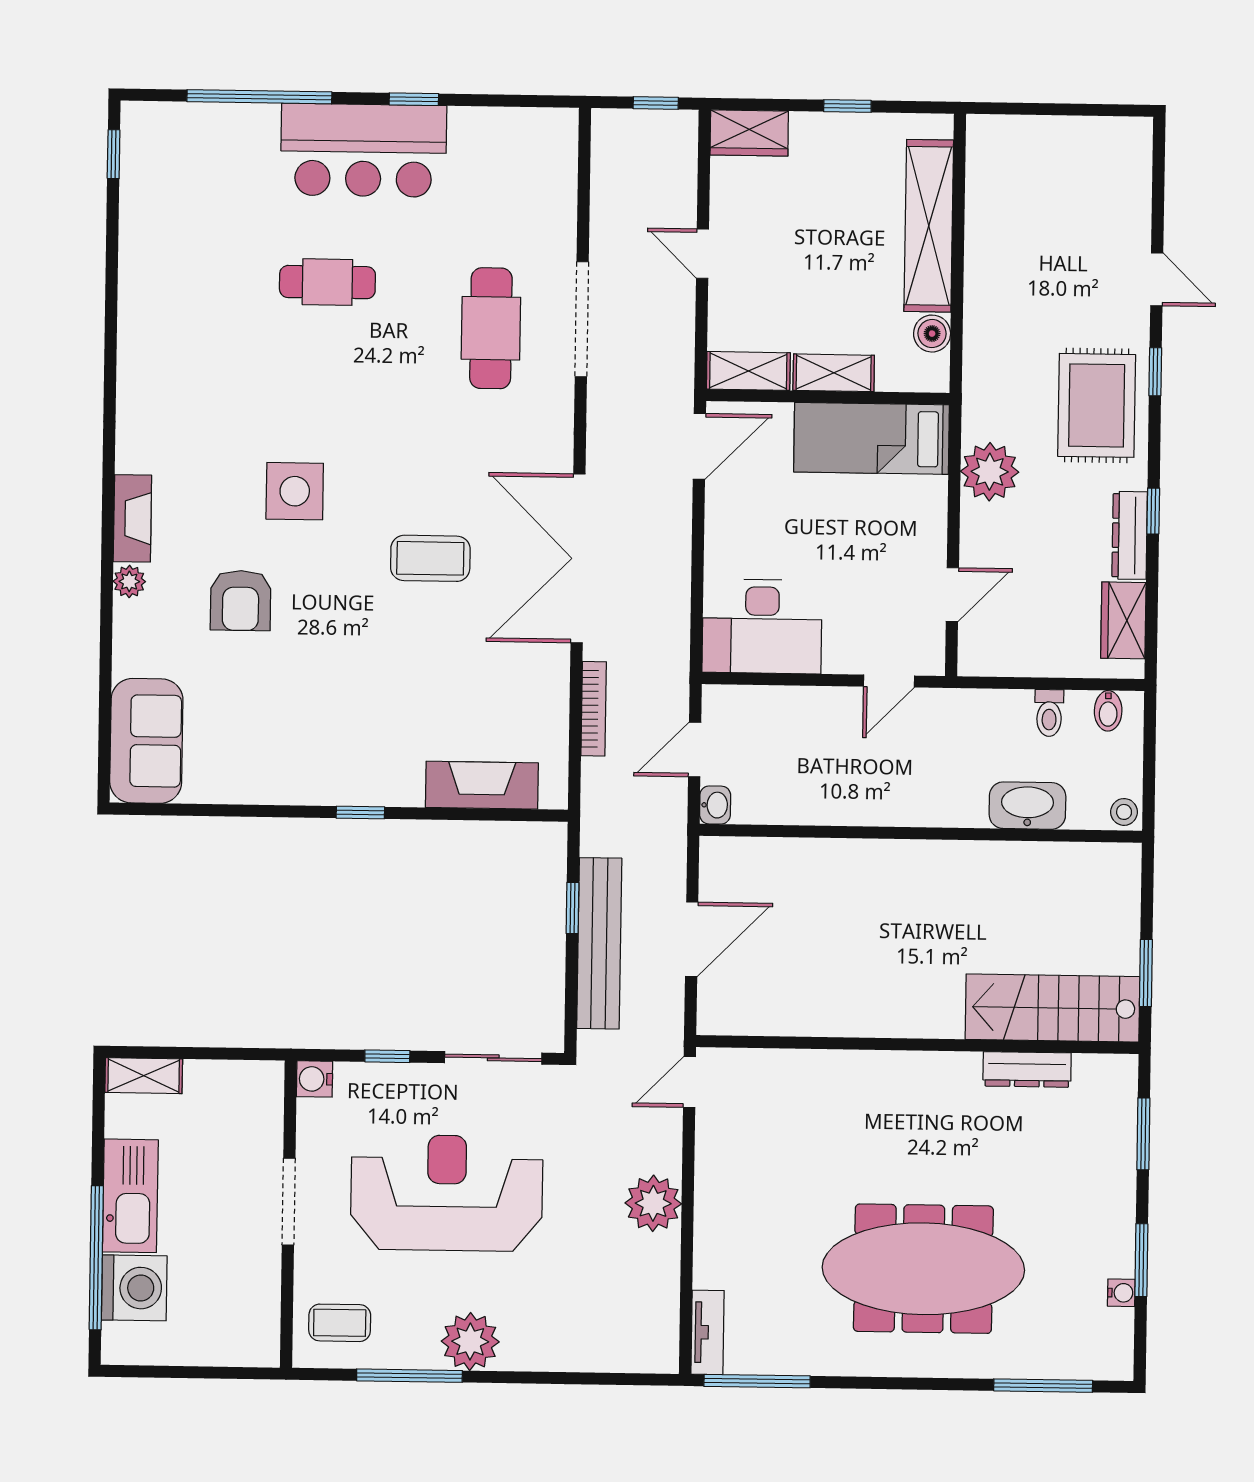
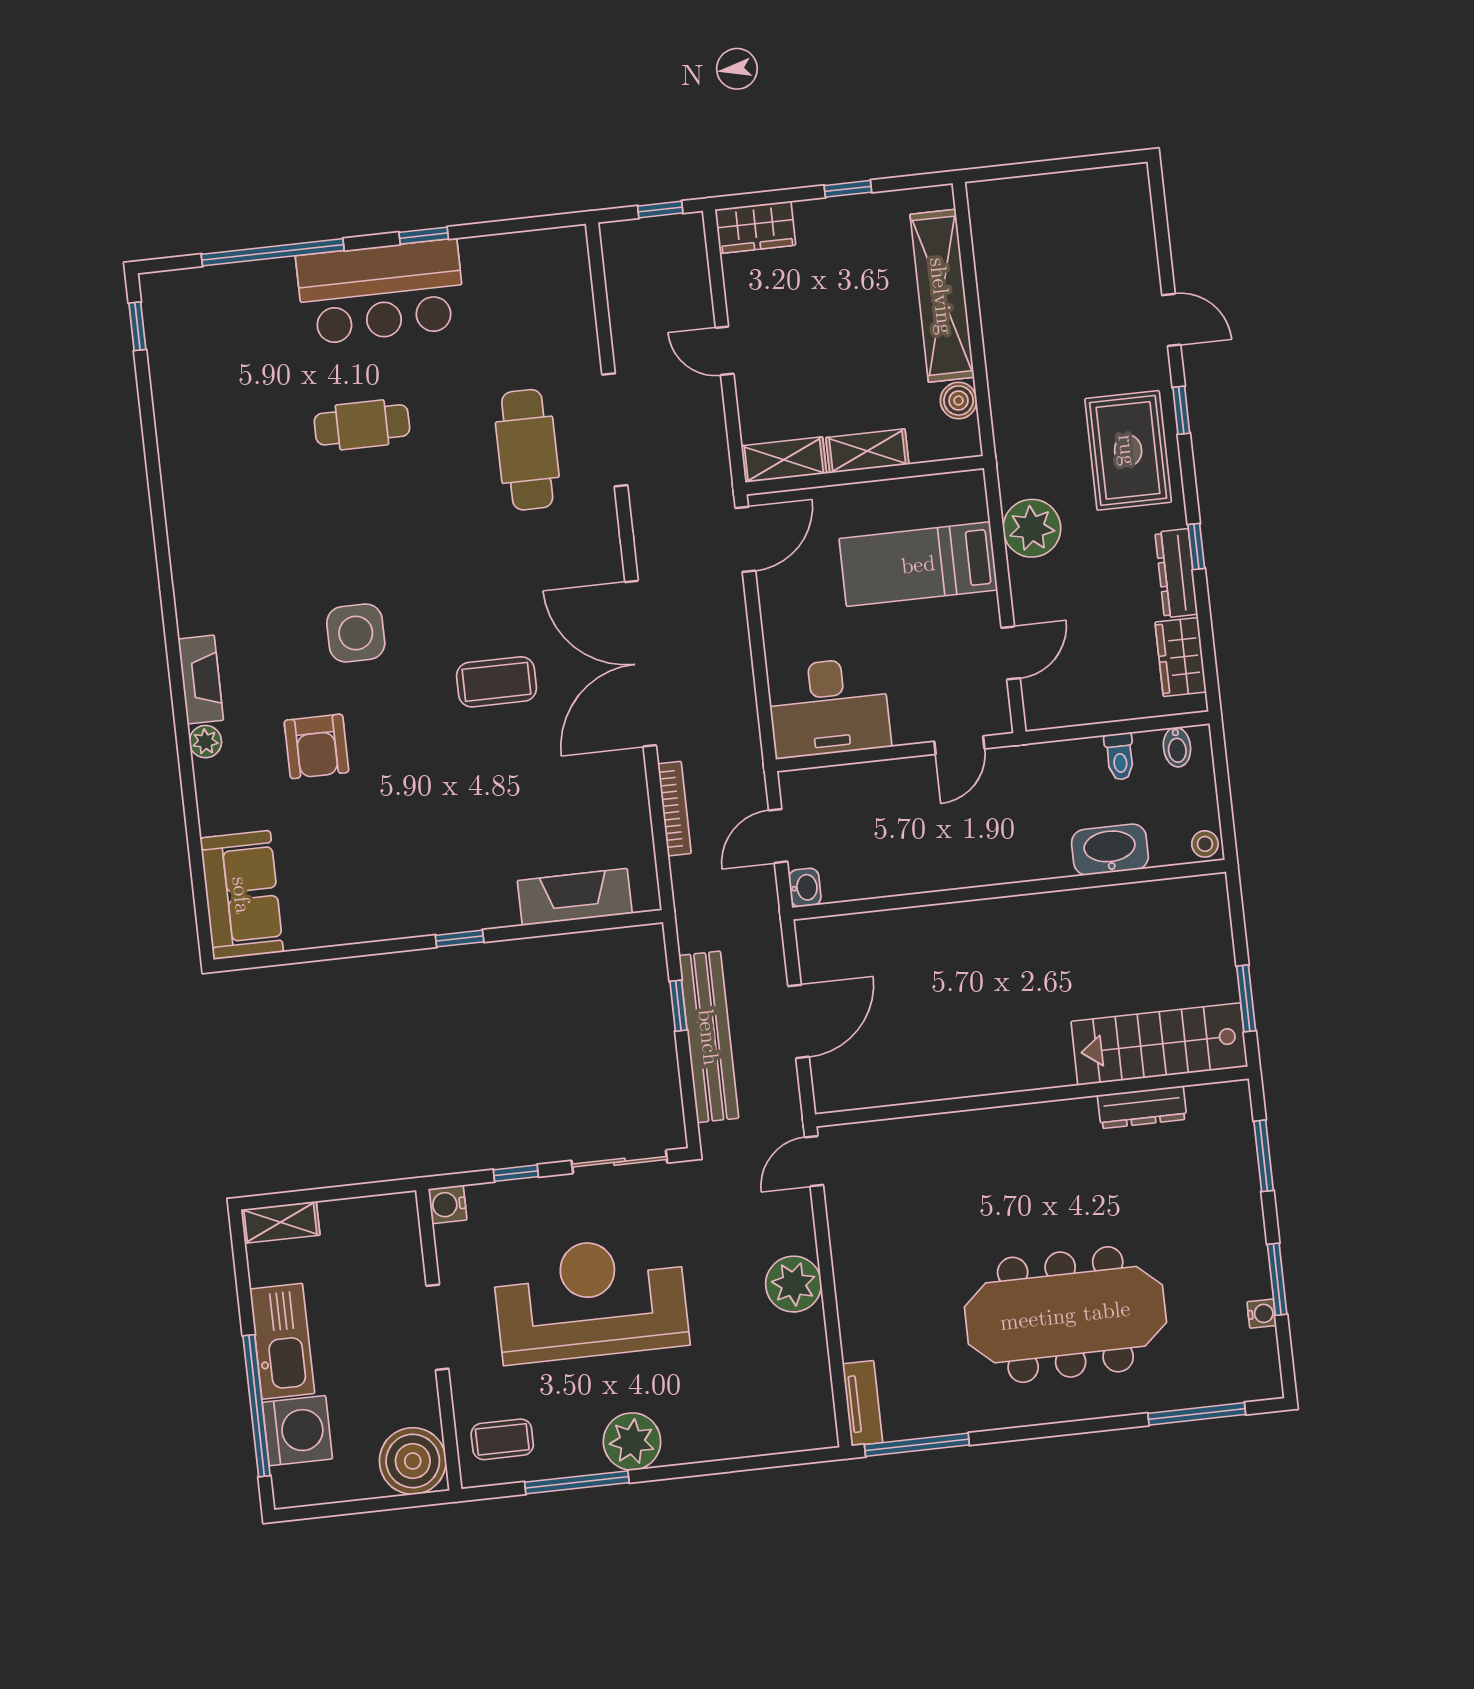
bed: (872, 438) -> (918, 564), moved
boiler: (247, 1333) -> (413, 1461), added

